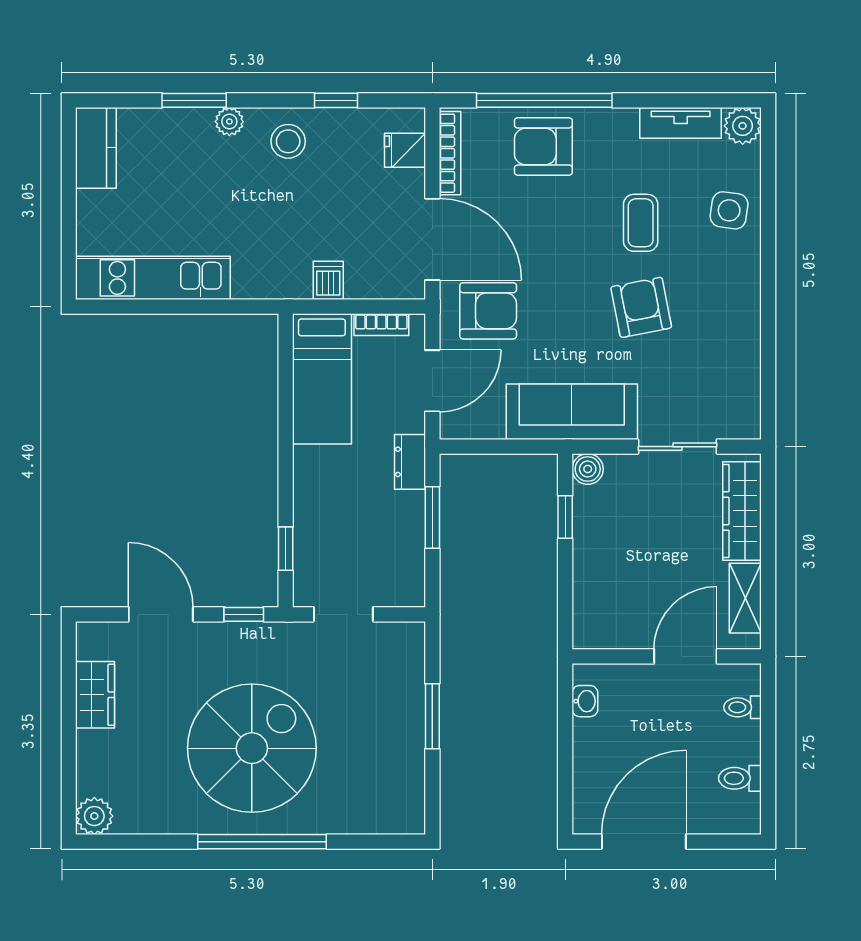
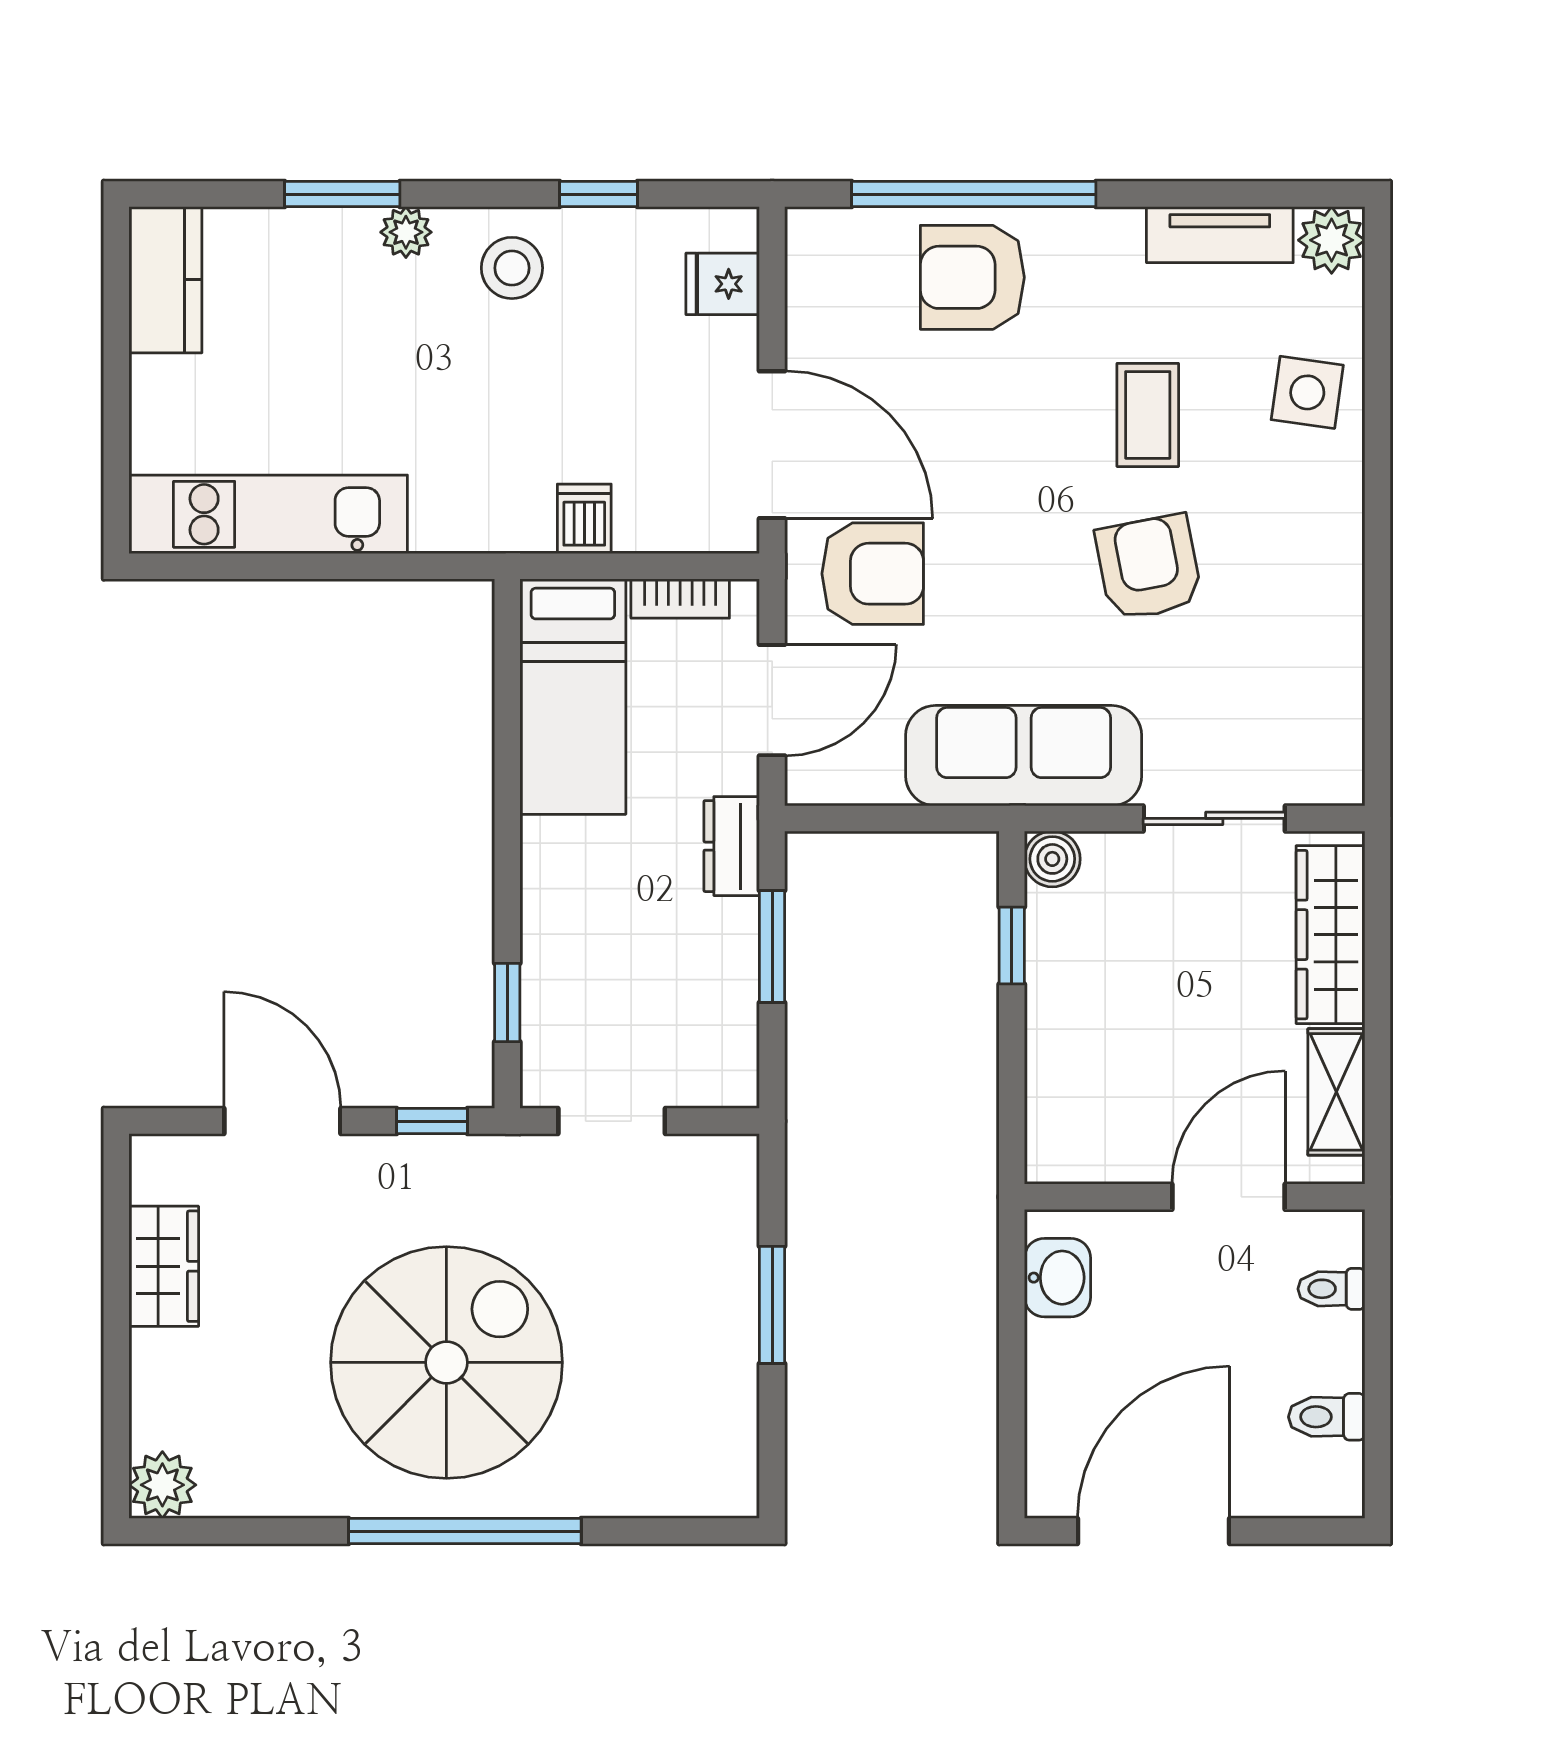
bookcase: (450, 153) -> (804, 289), removed
washbasin: (585, 701) -> (1058, 1278), width x1.38, depth x1.45

